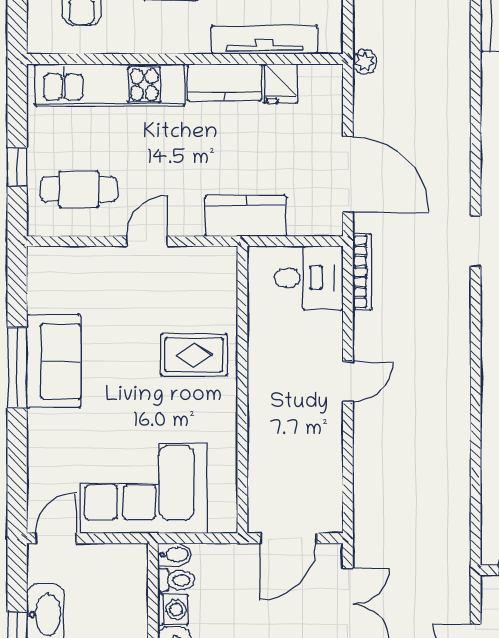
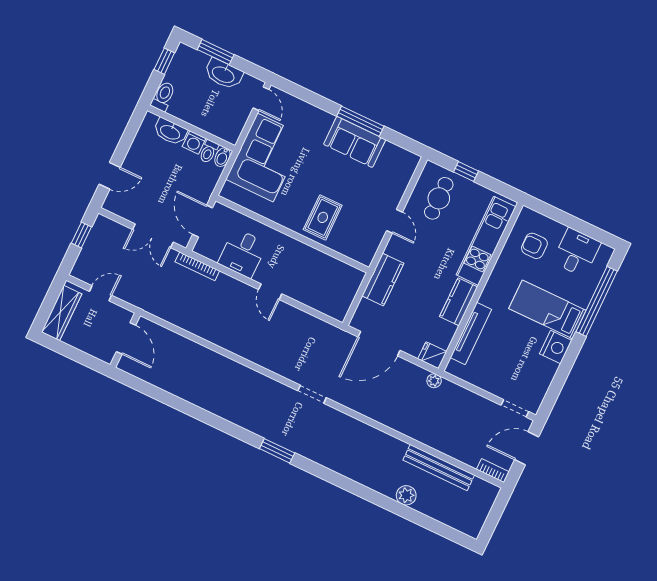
fridge: (281, 84) -> (432, 355), moved
bookcase: (362, 272) -> (197, 266), moved
desk: (309, 278) -> (243, 253), moved

